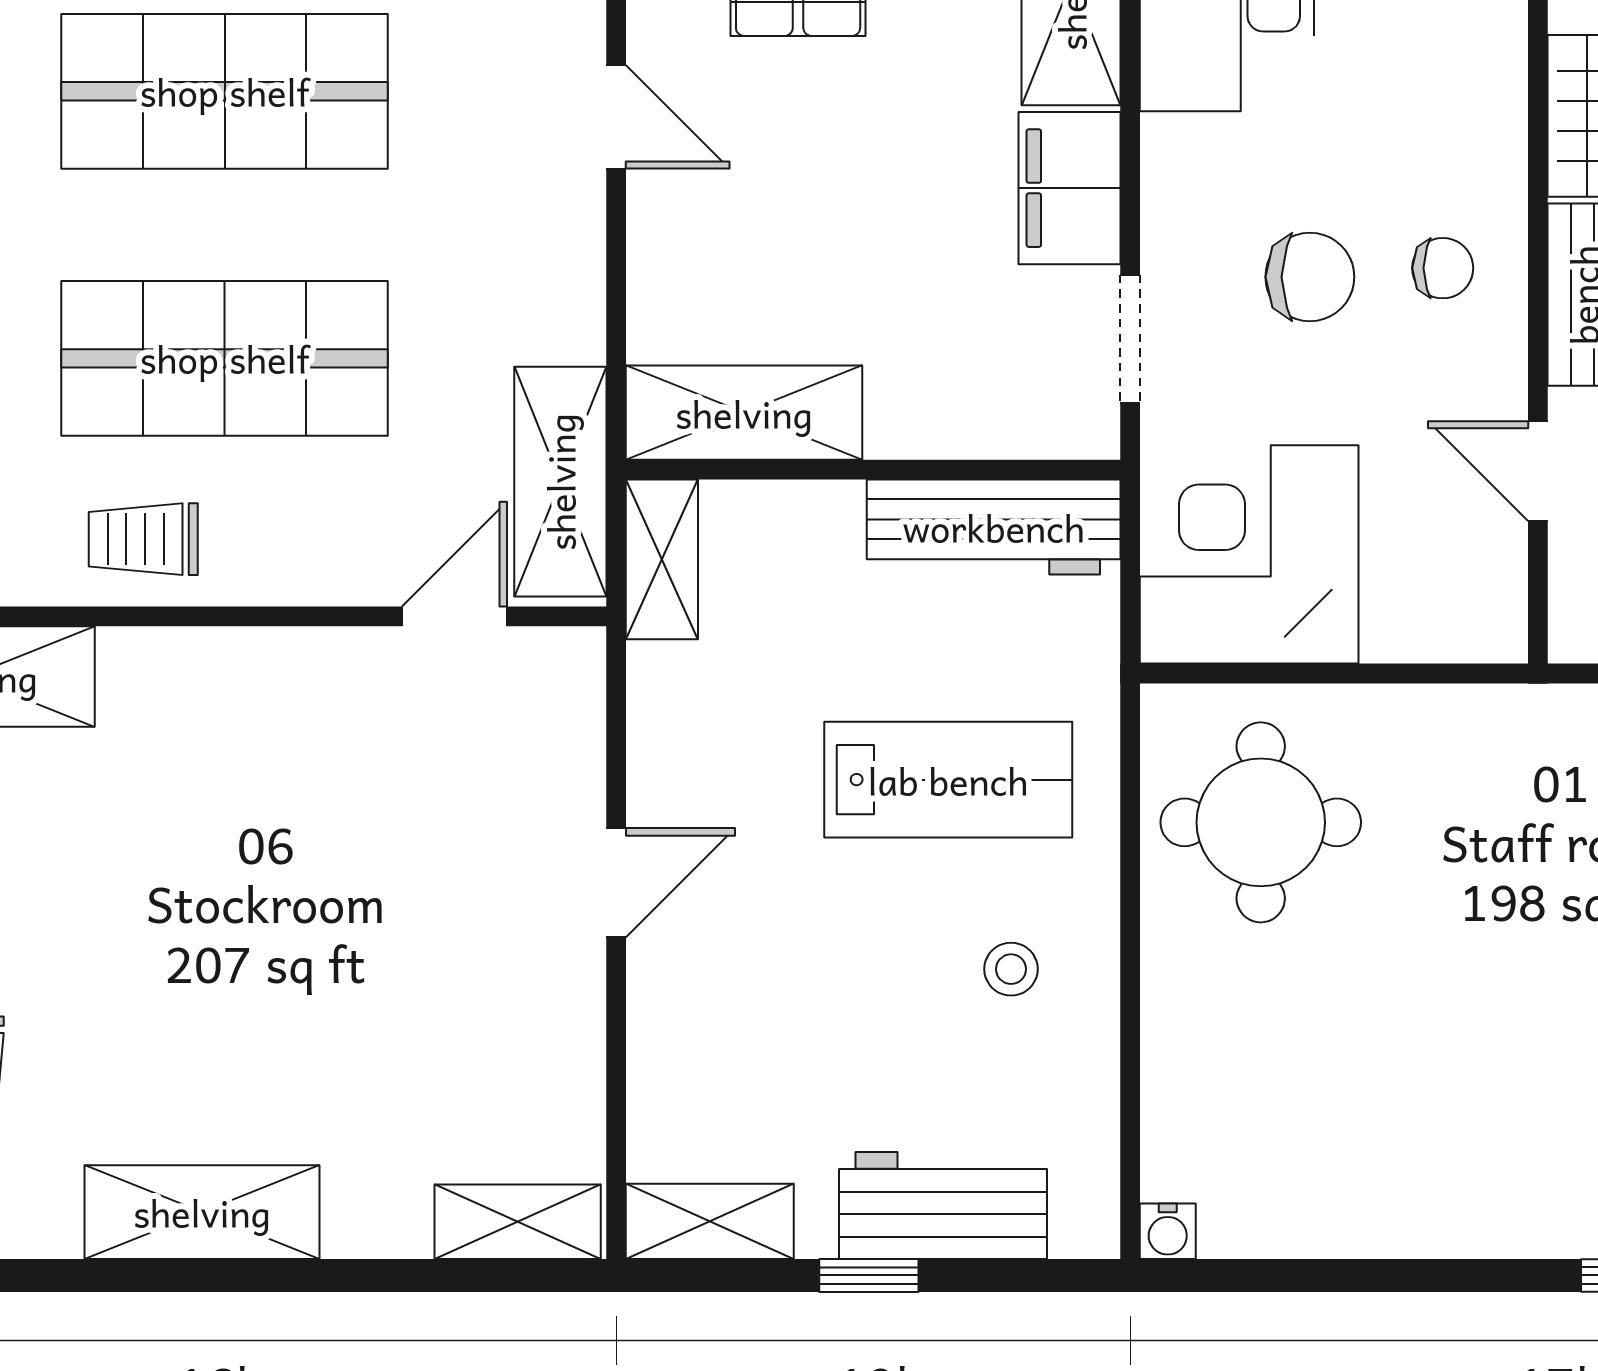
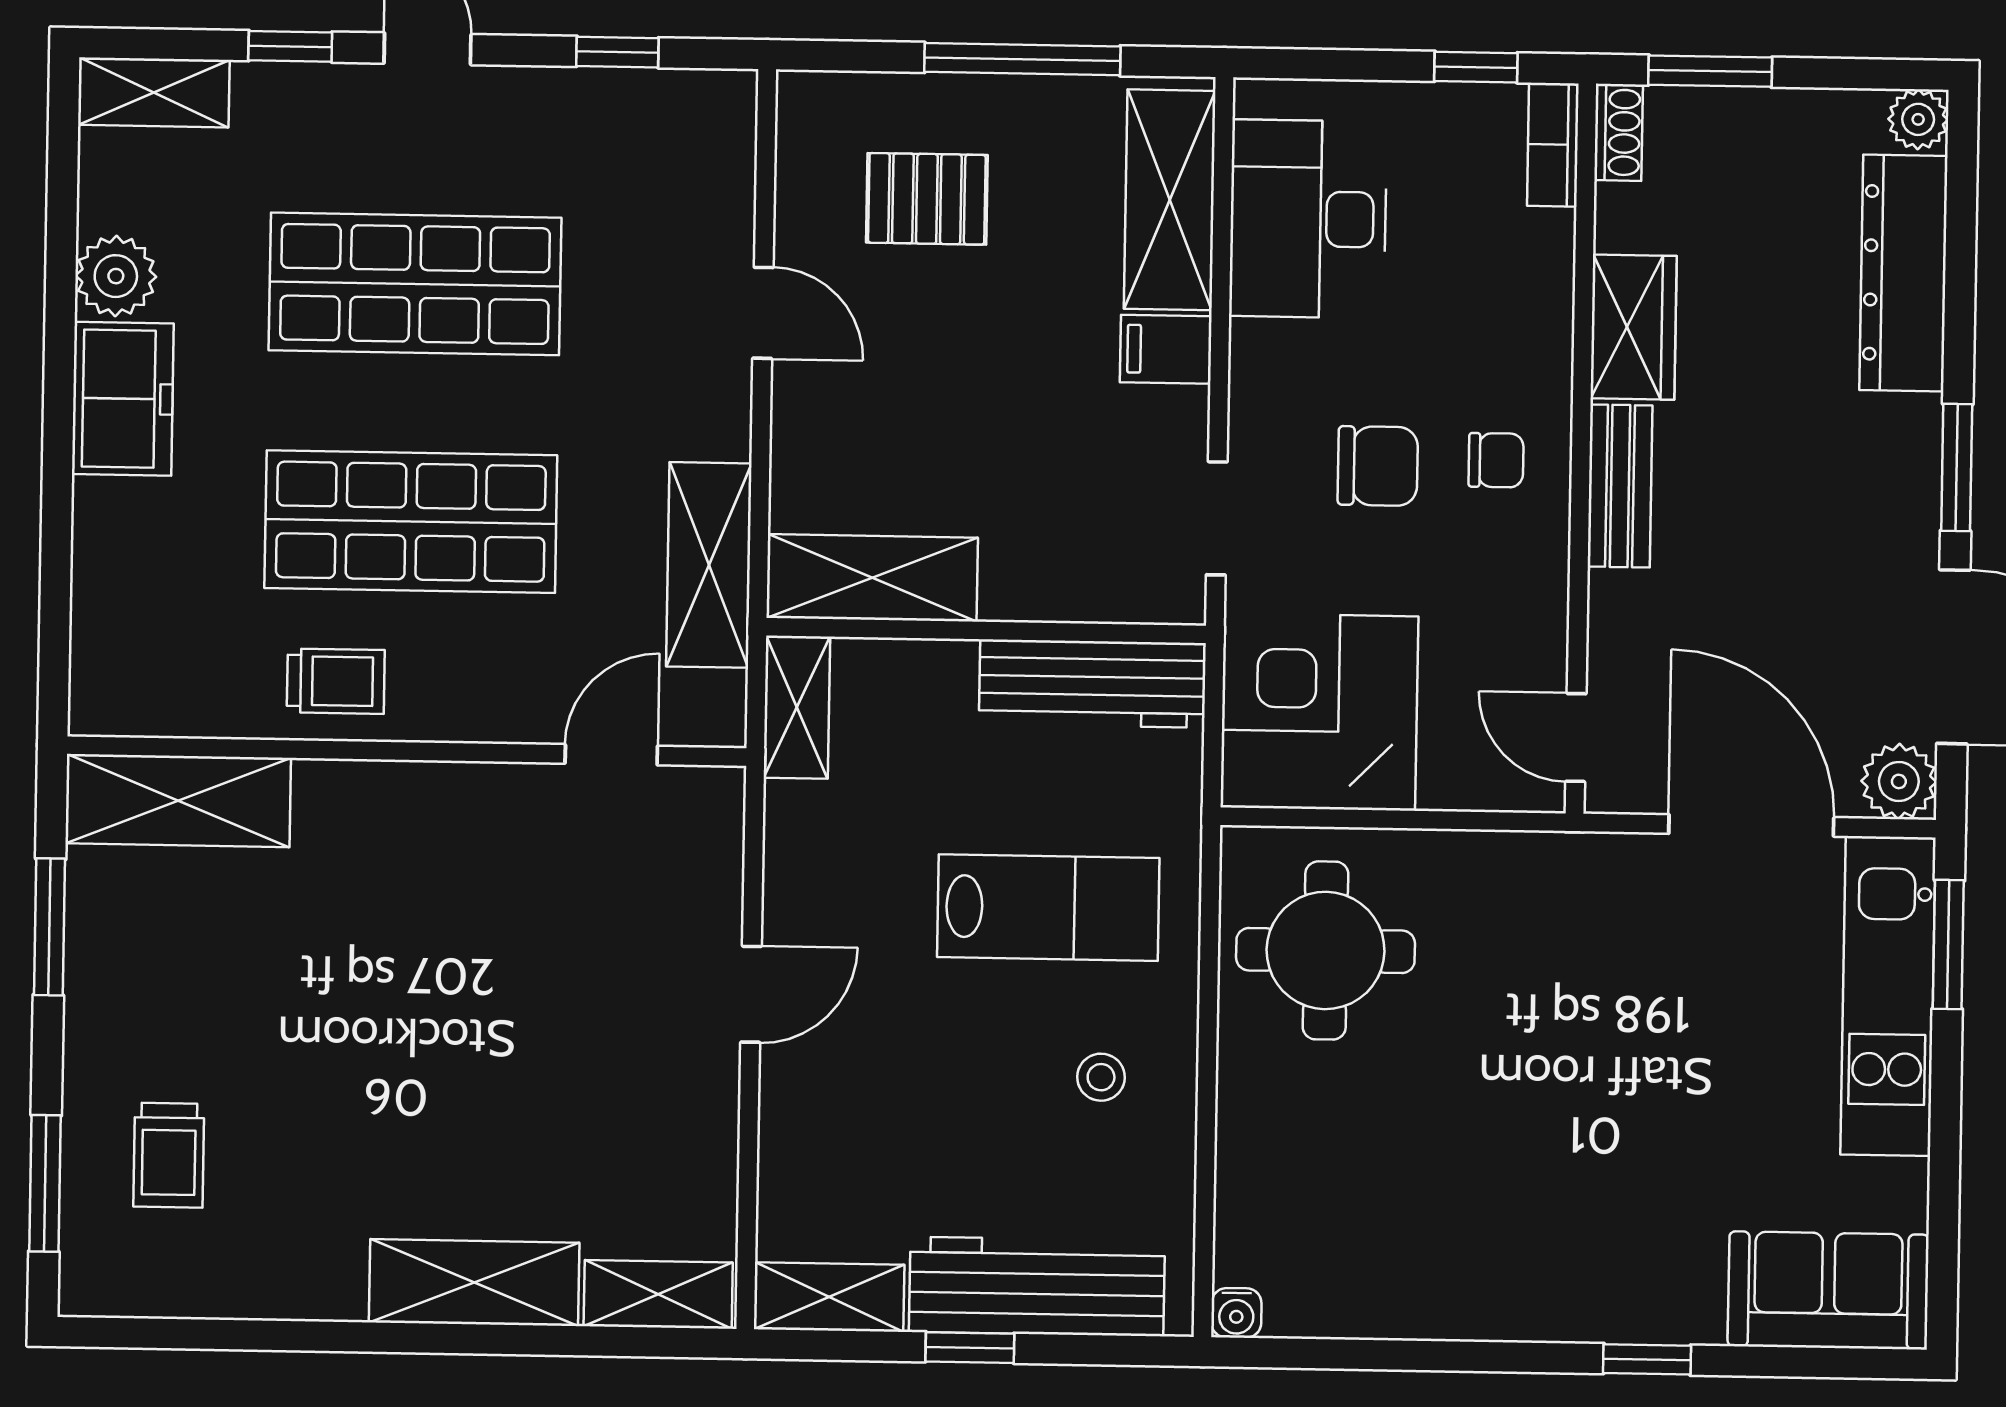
filing cabinet: (1069, 188) -> (1166, 349), width x0.50
door: (1538, 471) -> (1576, 738), moved
shelving: (560, 482) -> (709, 565), moved
trolley: (143, 539) -> (336, 681), turned 180
workbench: (943, 1205) -> (1037, 1286), width x1.38
shelving: (202, 1212) -> (474, 1283), moved

